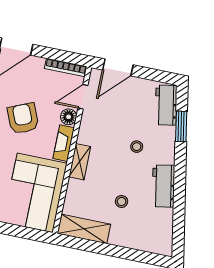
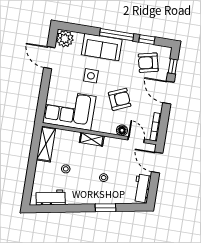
workbench: (166, 105) -> (142, 188), moved, turned -80
window: (181, 126) -> (105, 208), moved
fireplace: (64, 143) -> (104, 128), removed
workbench: (163, 186) -> (51, 198), moved

